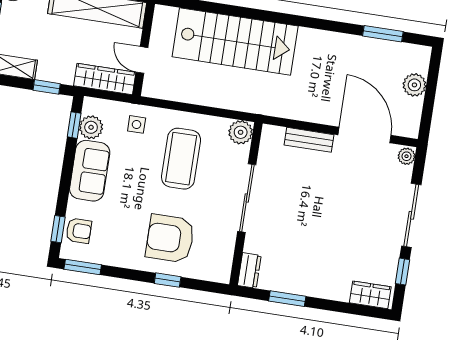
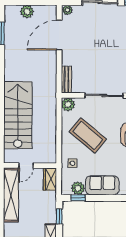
door: (142, 60) -> (26, 165), moved
wardrobe: (105, 79) -> (50, 179), width x0.67
bench: (309, 140) -> (66, 80), moved
coffee table: (181, 159) -> (88, 135), turned 40

